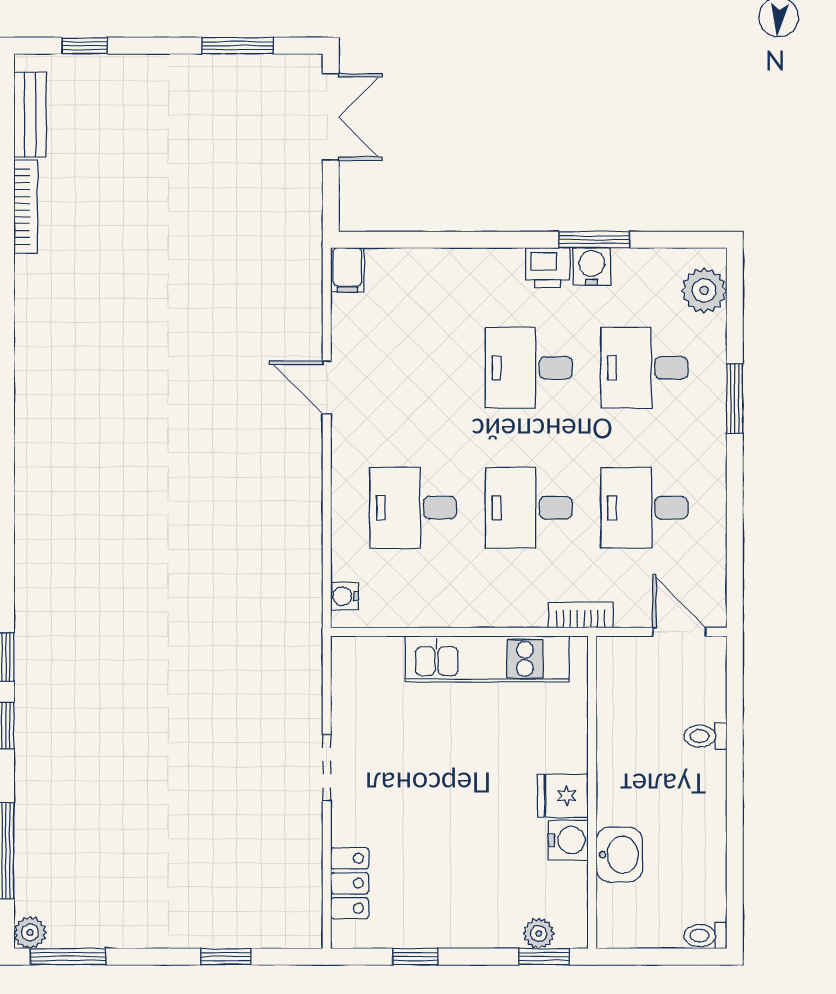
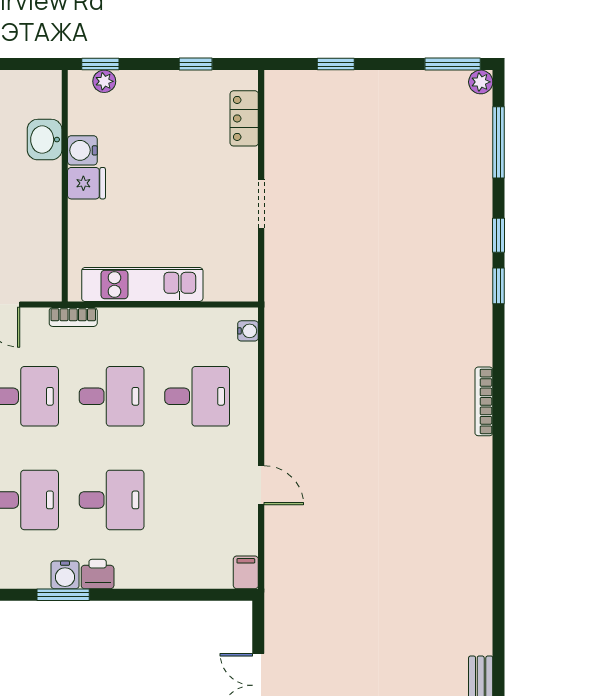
bookcase: (26, 207) -> (484, 401), moved

